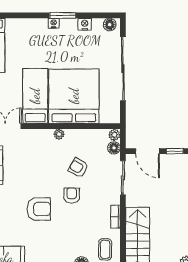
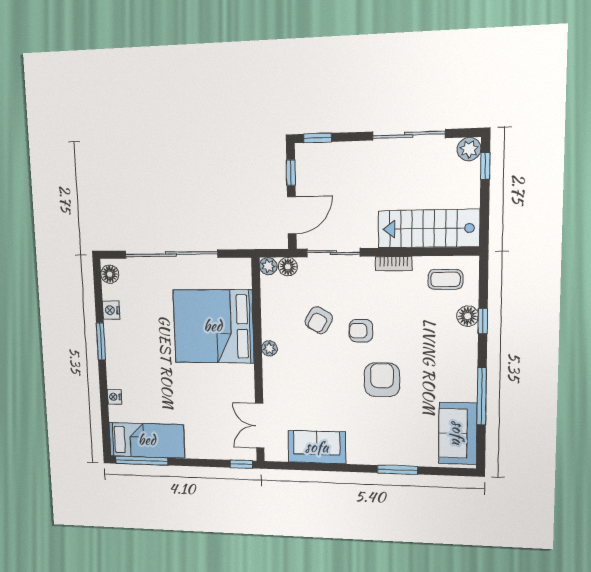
nightstand: (54, 23) -> (114, 397), moved
bed: (35, 96) -> (215, 382), removed

